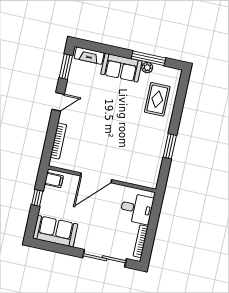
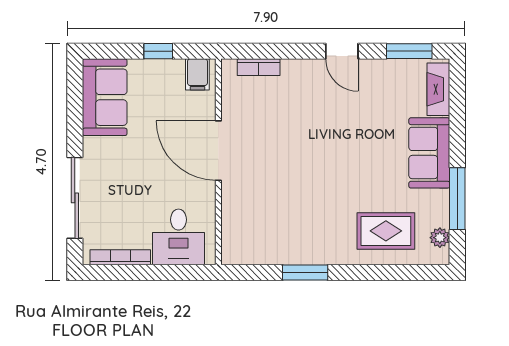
plant: (147, 68) -> (440, 238), moved
bookcase: (58, 141) -> (259, 67), width x0.64

